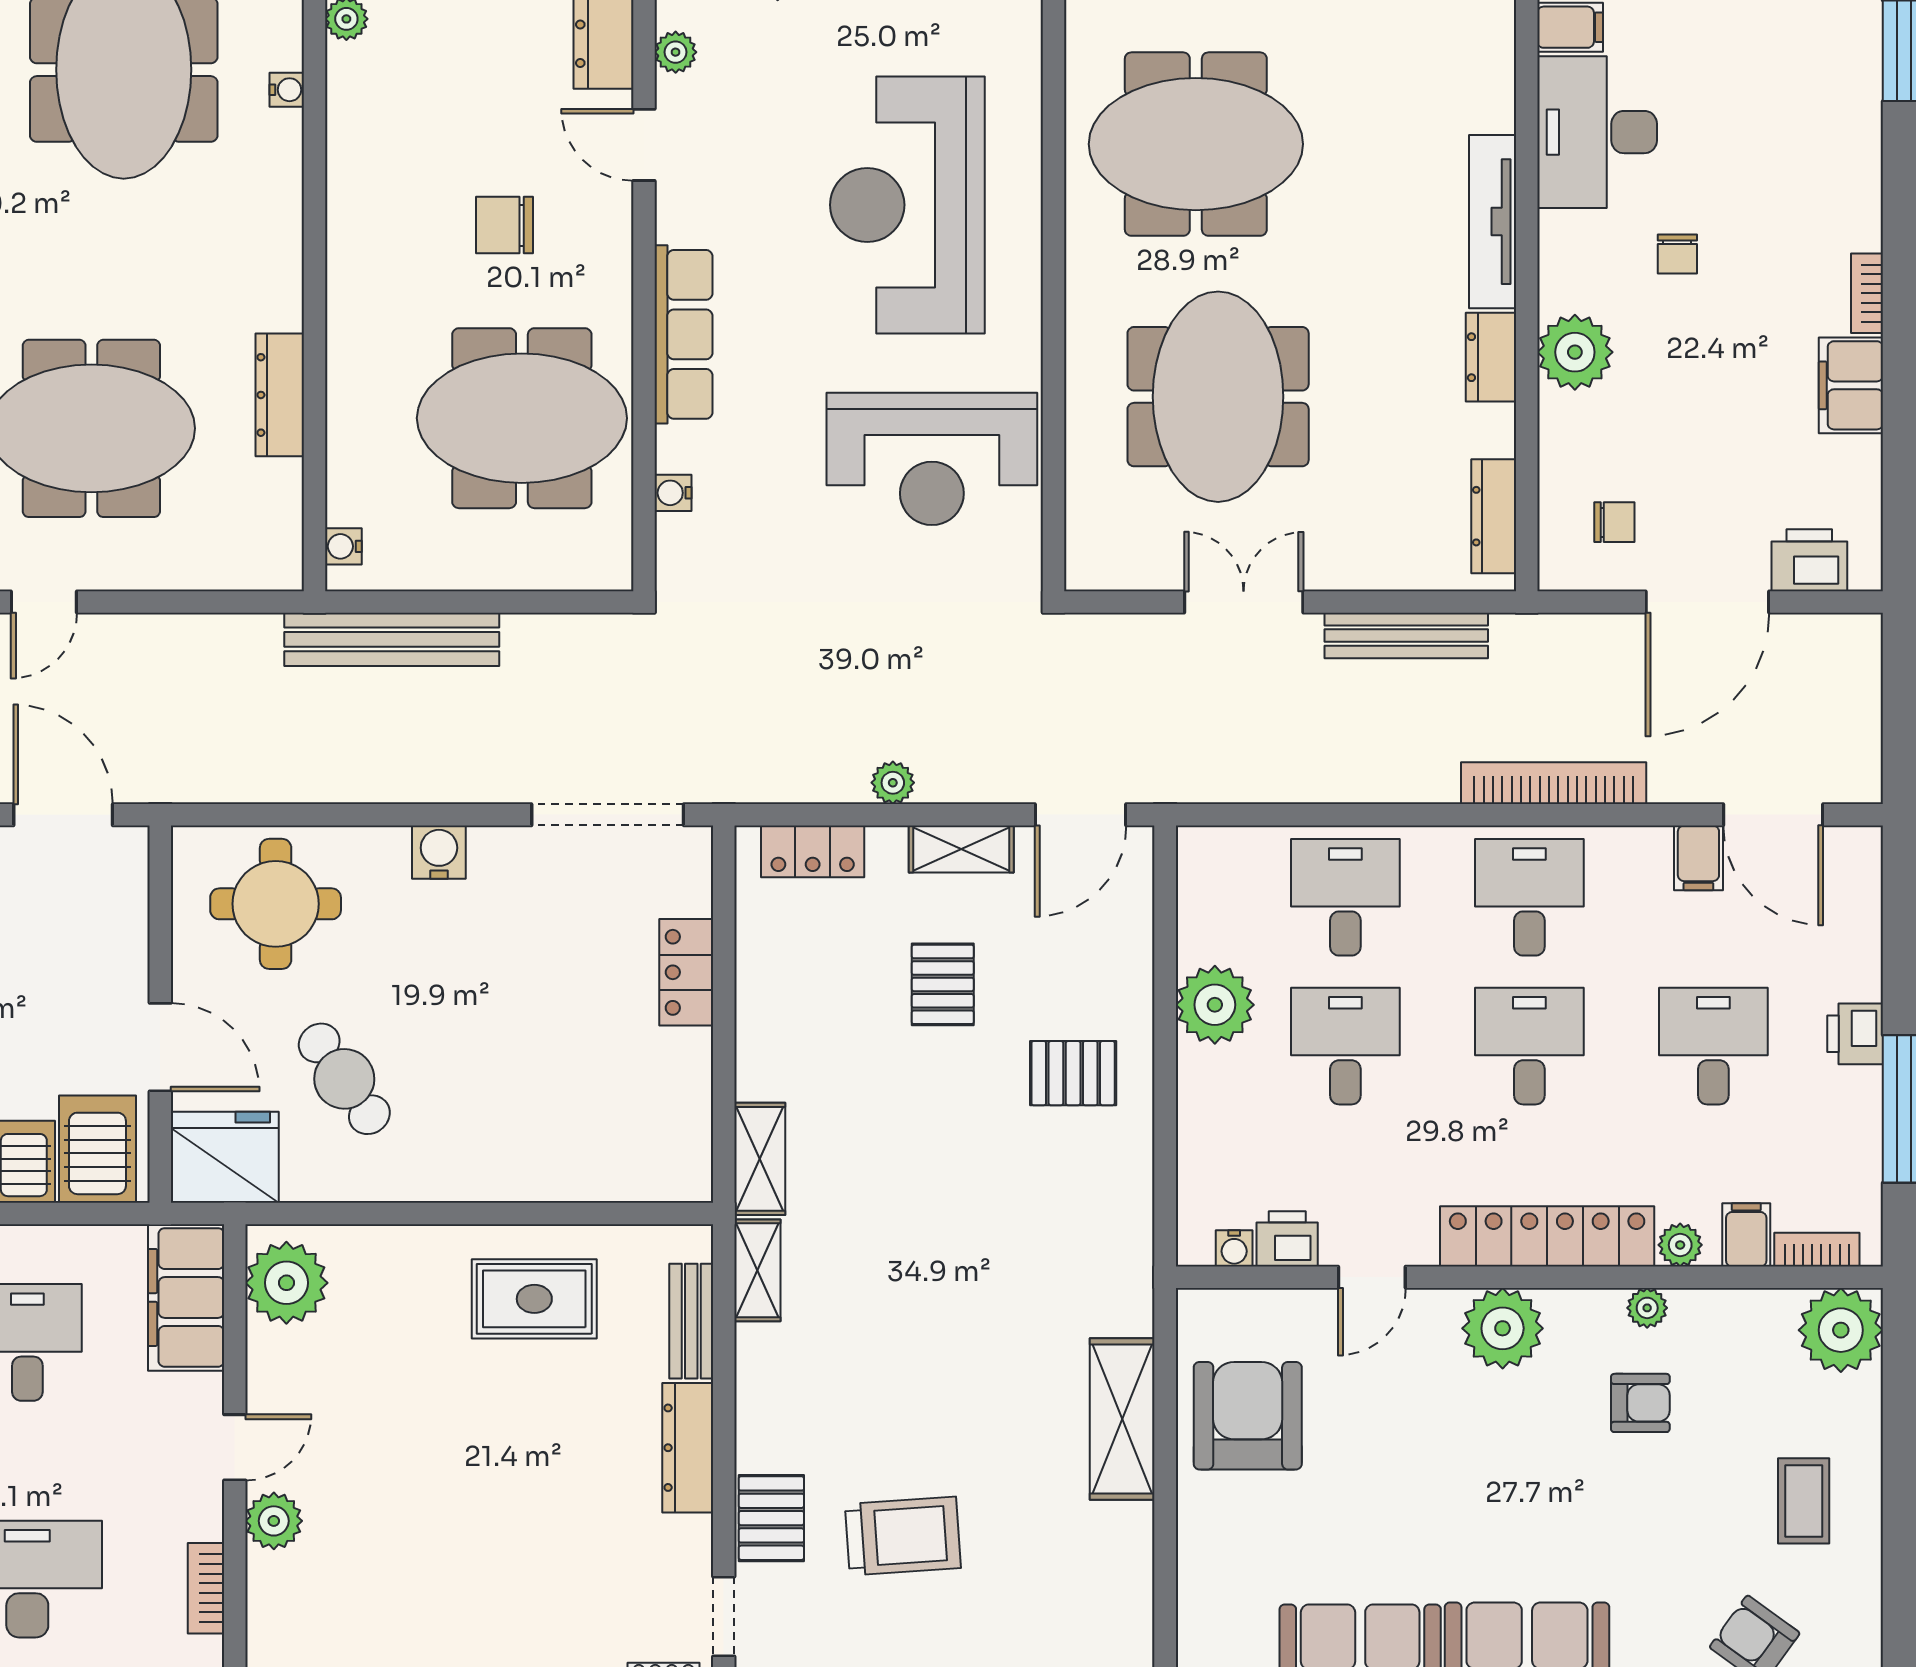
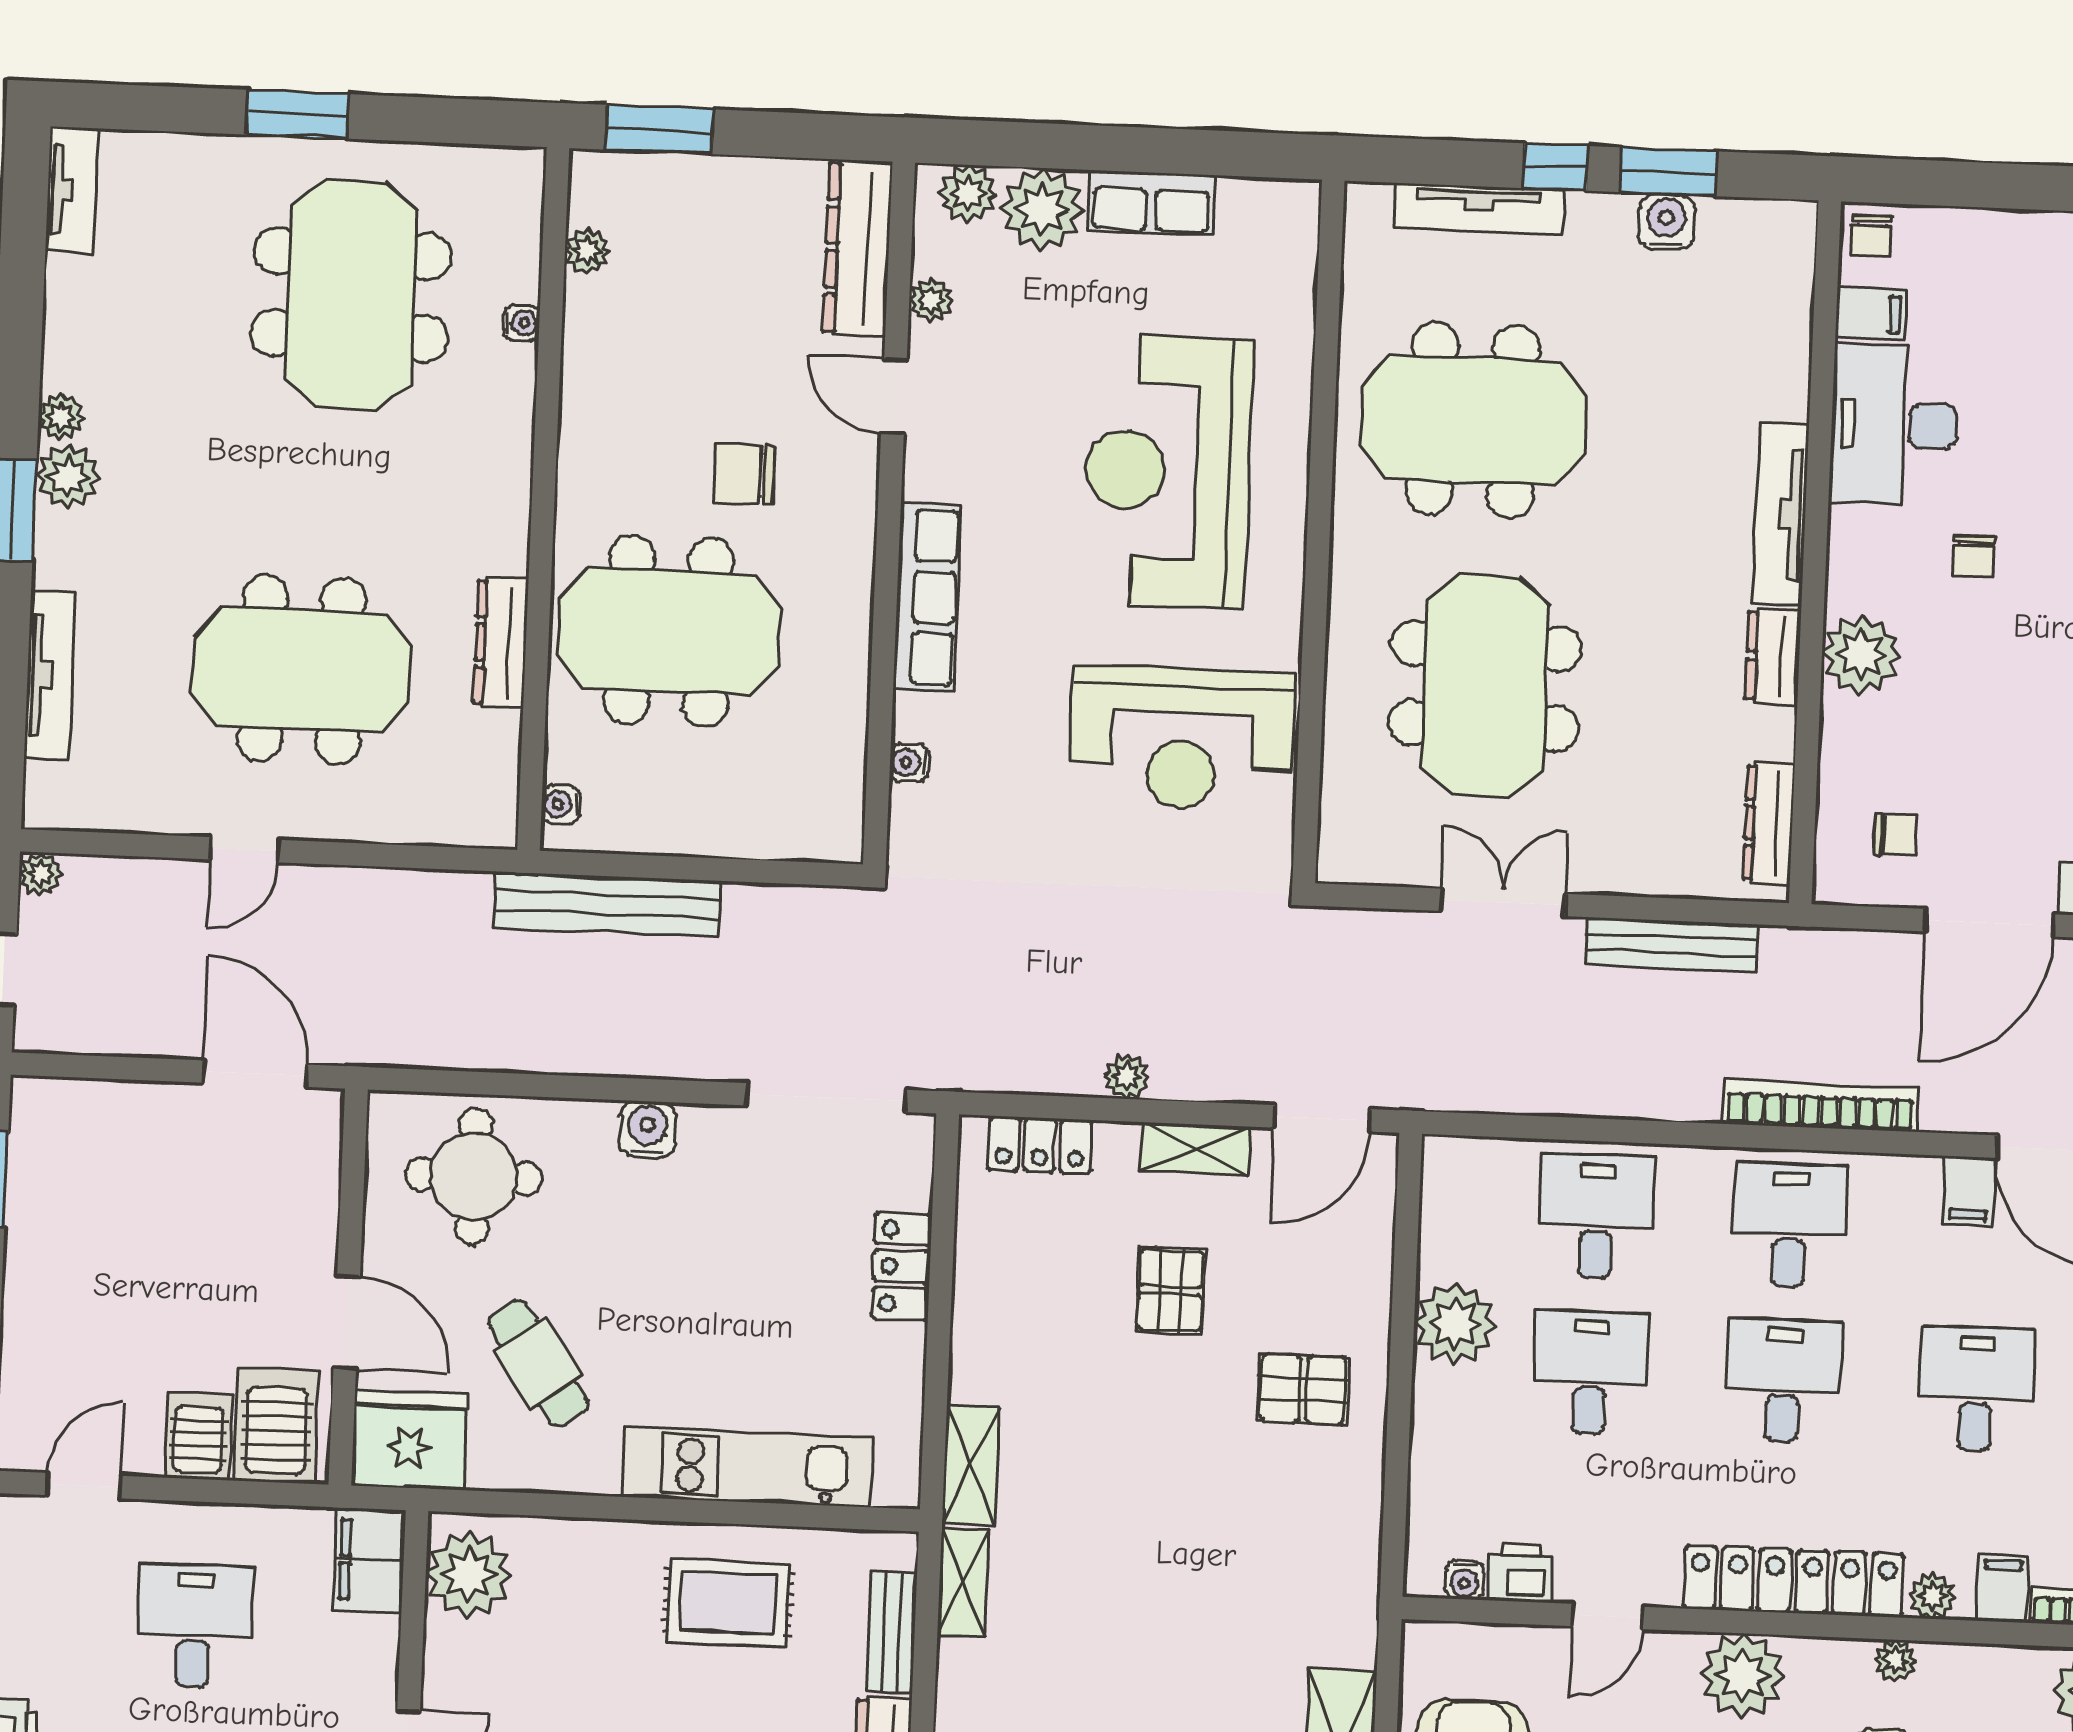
meeting table: (522, 418) -> (669, 631), moved
kitchen unit: (547, 1170) -> (747, 1467), added
filing cabinet: (186, 1297) -> (369, 1560), width x0.67, depth x0.86

